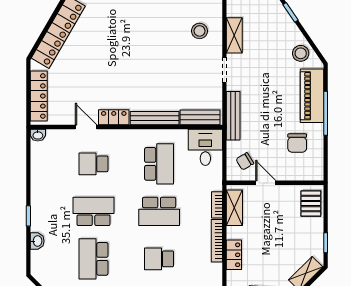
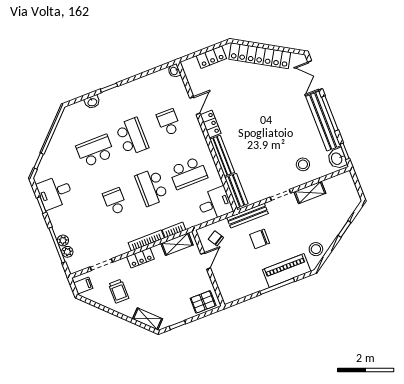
locker: (39, 96) -> (211, 57), width x0.66
chair: (297, 143) -> (260, 239), moved

